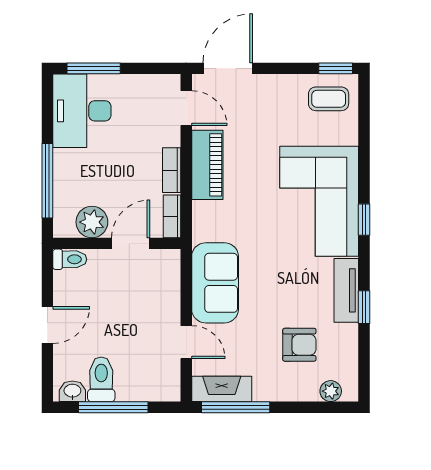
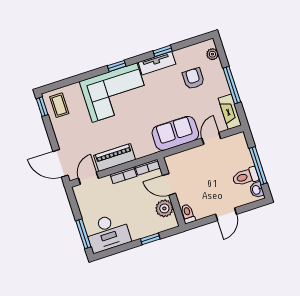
window: (47, 181) -> (150, 239), width x0.46
door: (47, 325) -> (226, 214), swing flipped
window: (236, 407) -> (232, 85), moved

